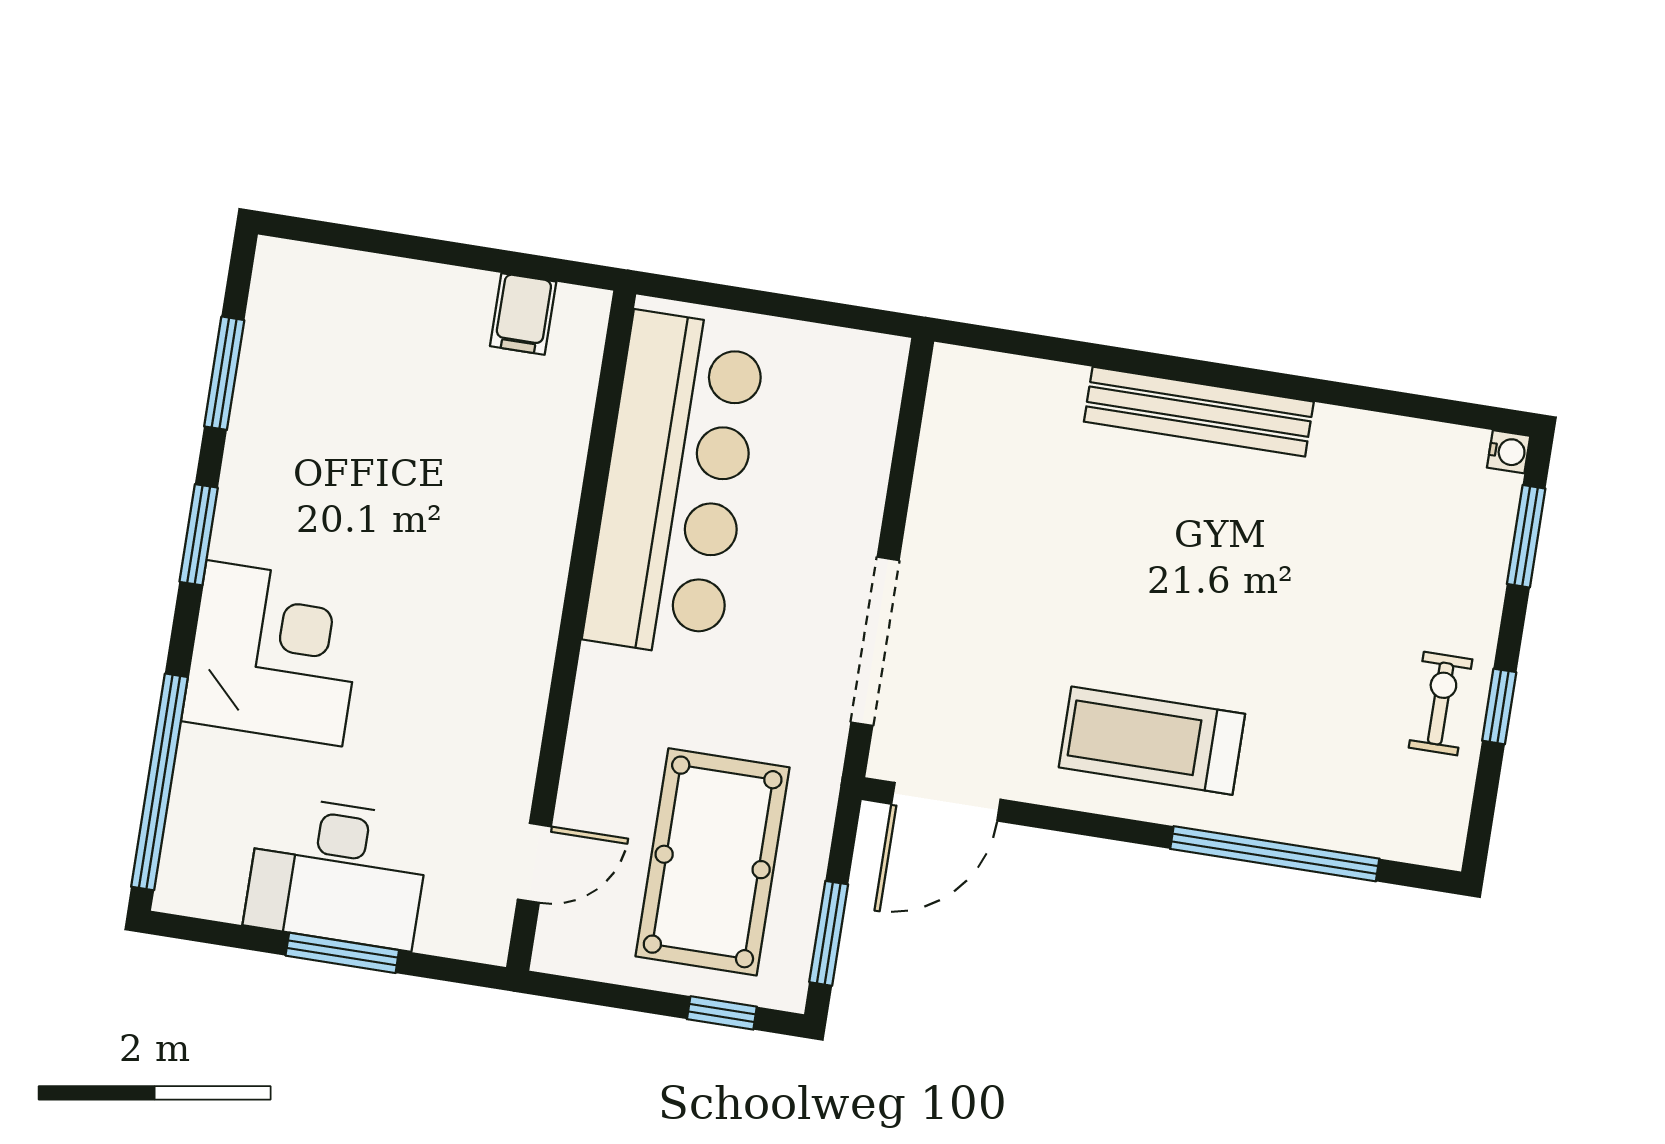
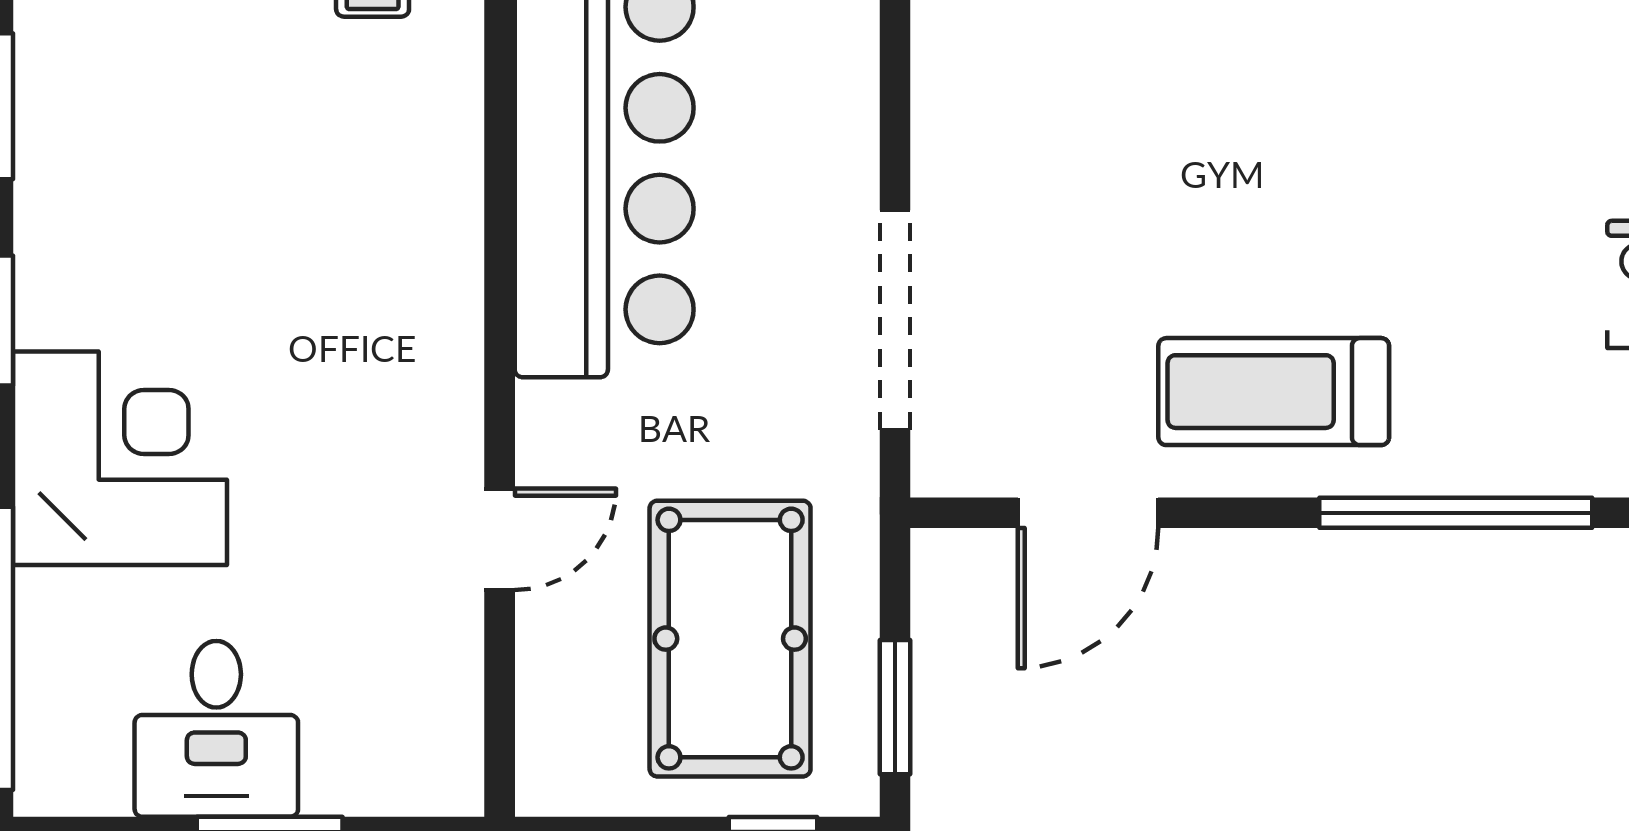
door: (946, 802) -> (1088, 513), moved
door: (534, 863) -> (500, 539), moved
desk: (337, 872) -> (216, 729), width x0.73

